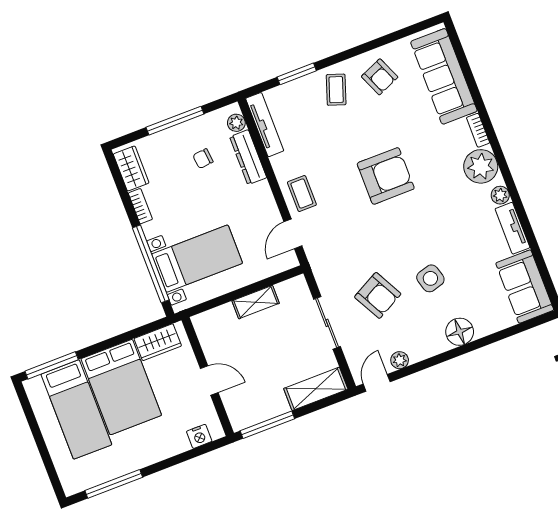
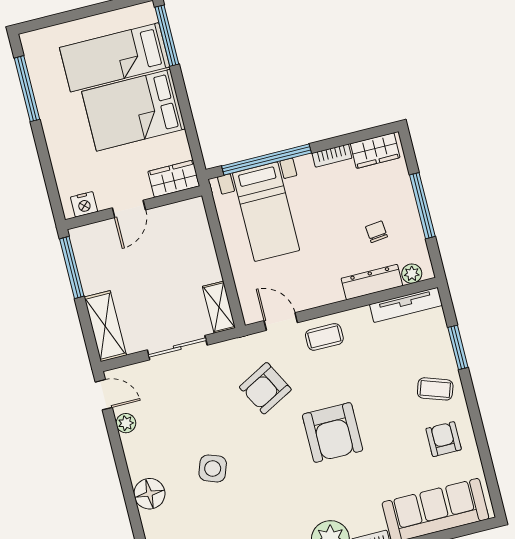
armchair: (380, 77) -> (444, 439), turned 113
side table: (430, 278) -> (213, 468), turned 36
armchair: (378, 295) -> (265, 388), moved
shelving: (256, 302) -> (219, 307), moved
wardrobe: (158, 342) -> (174, 179), moved, turned 90
nightstand: (199, 436) -> (84, 204), moved, turned -90

